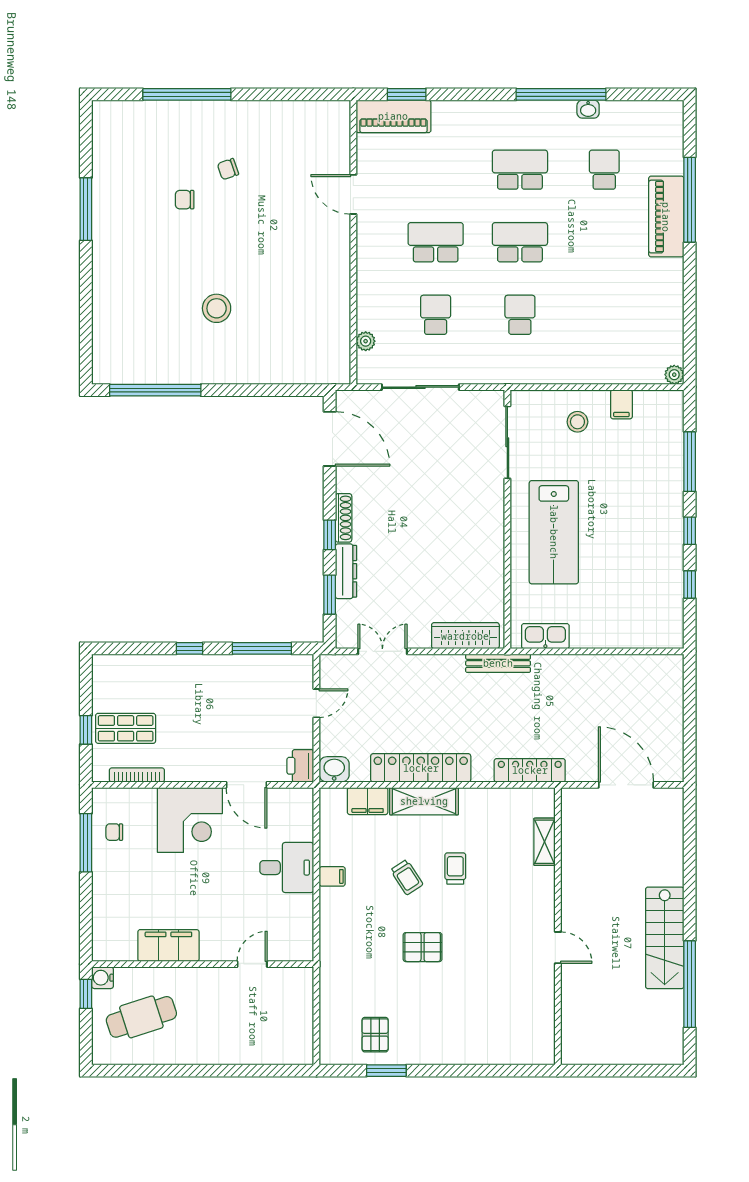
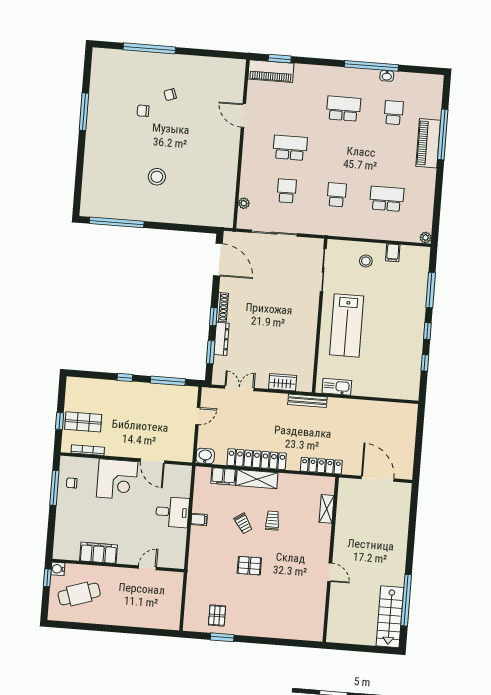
school desk: (520, 242) -> (387, 199), moved
wardrobe: (465, 636) -> (283, 382), width x0.67
printer: (300, 766) -> (185, 452), removed
stairs: (665, 938) -> (390, 617), moved

